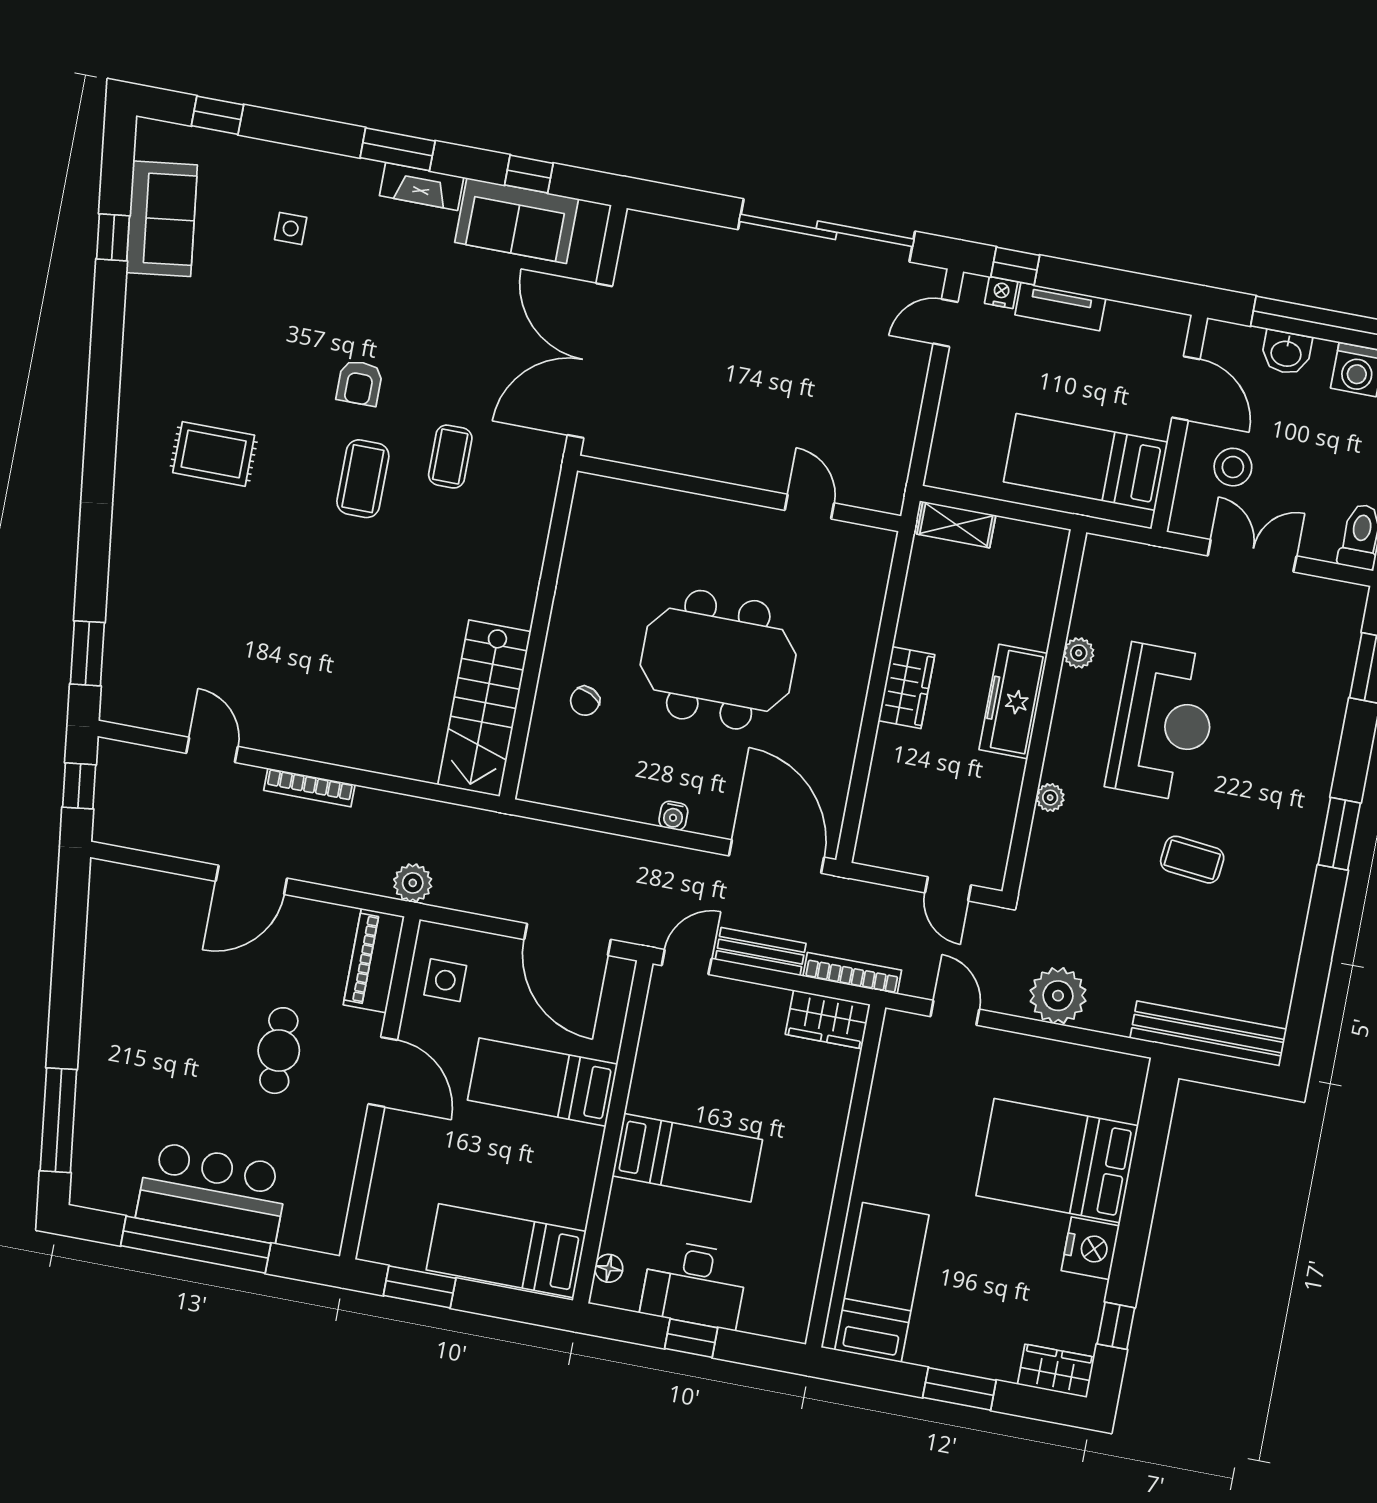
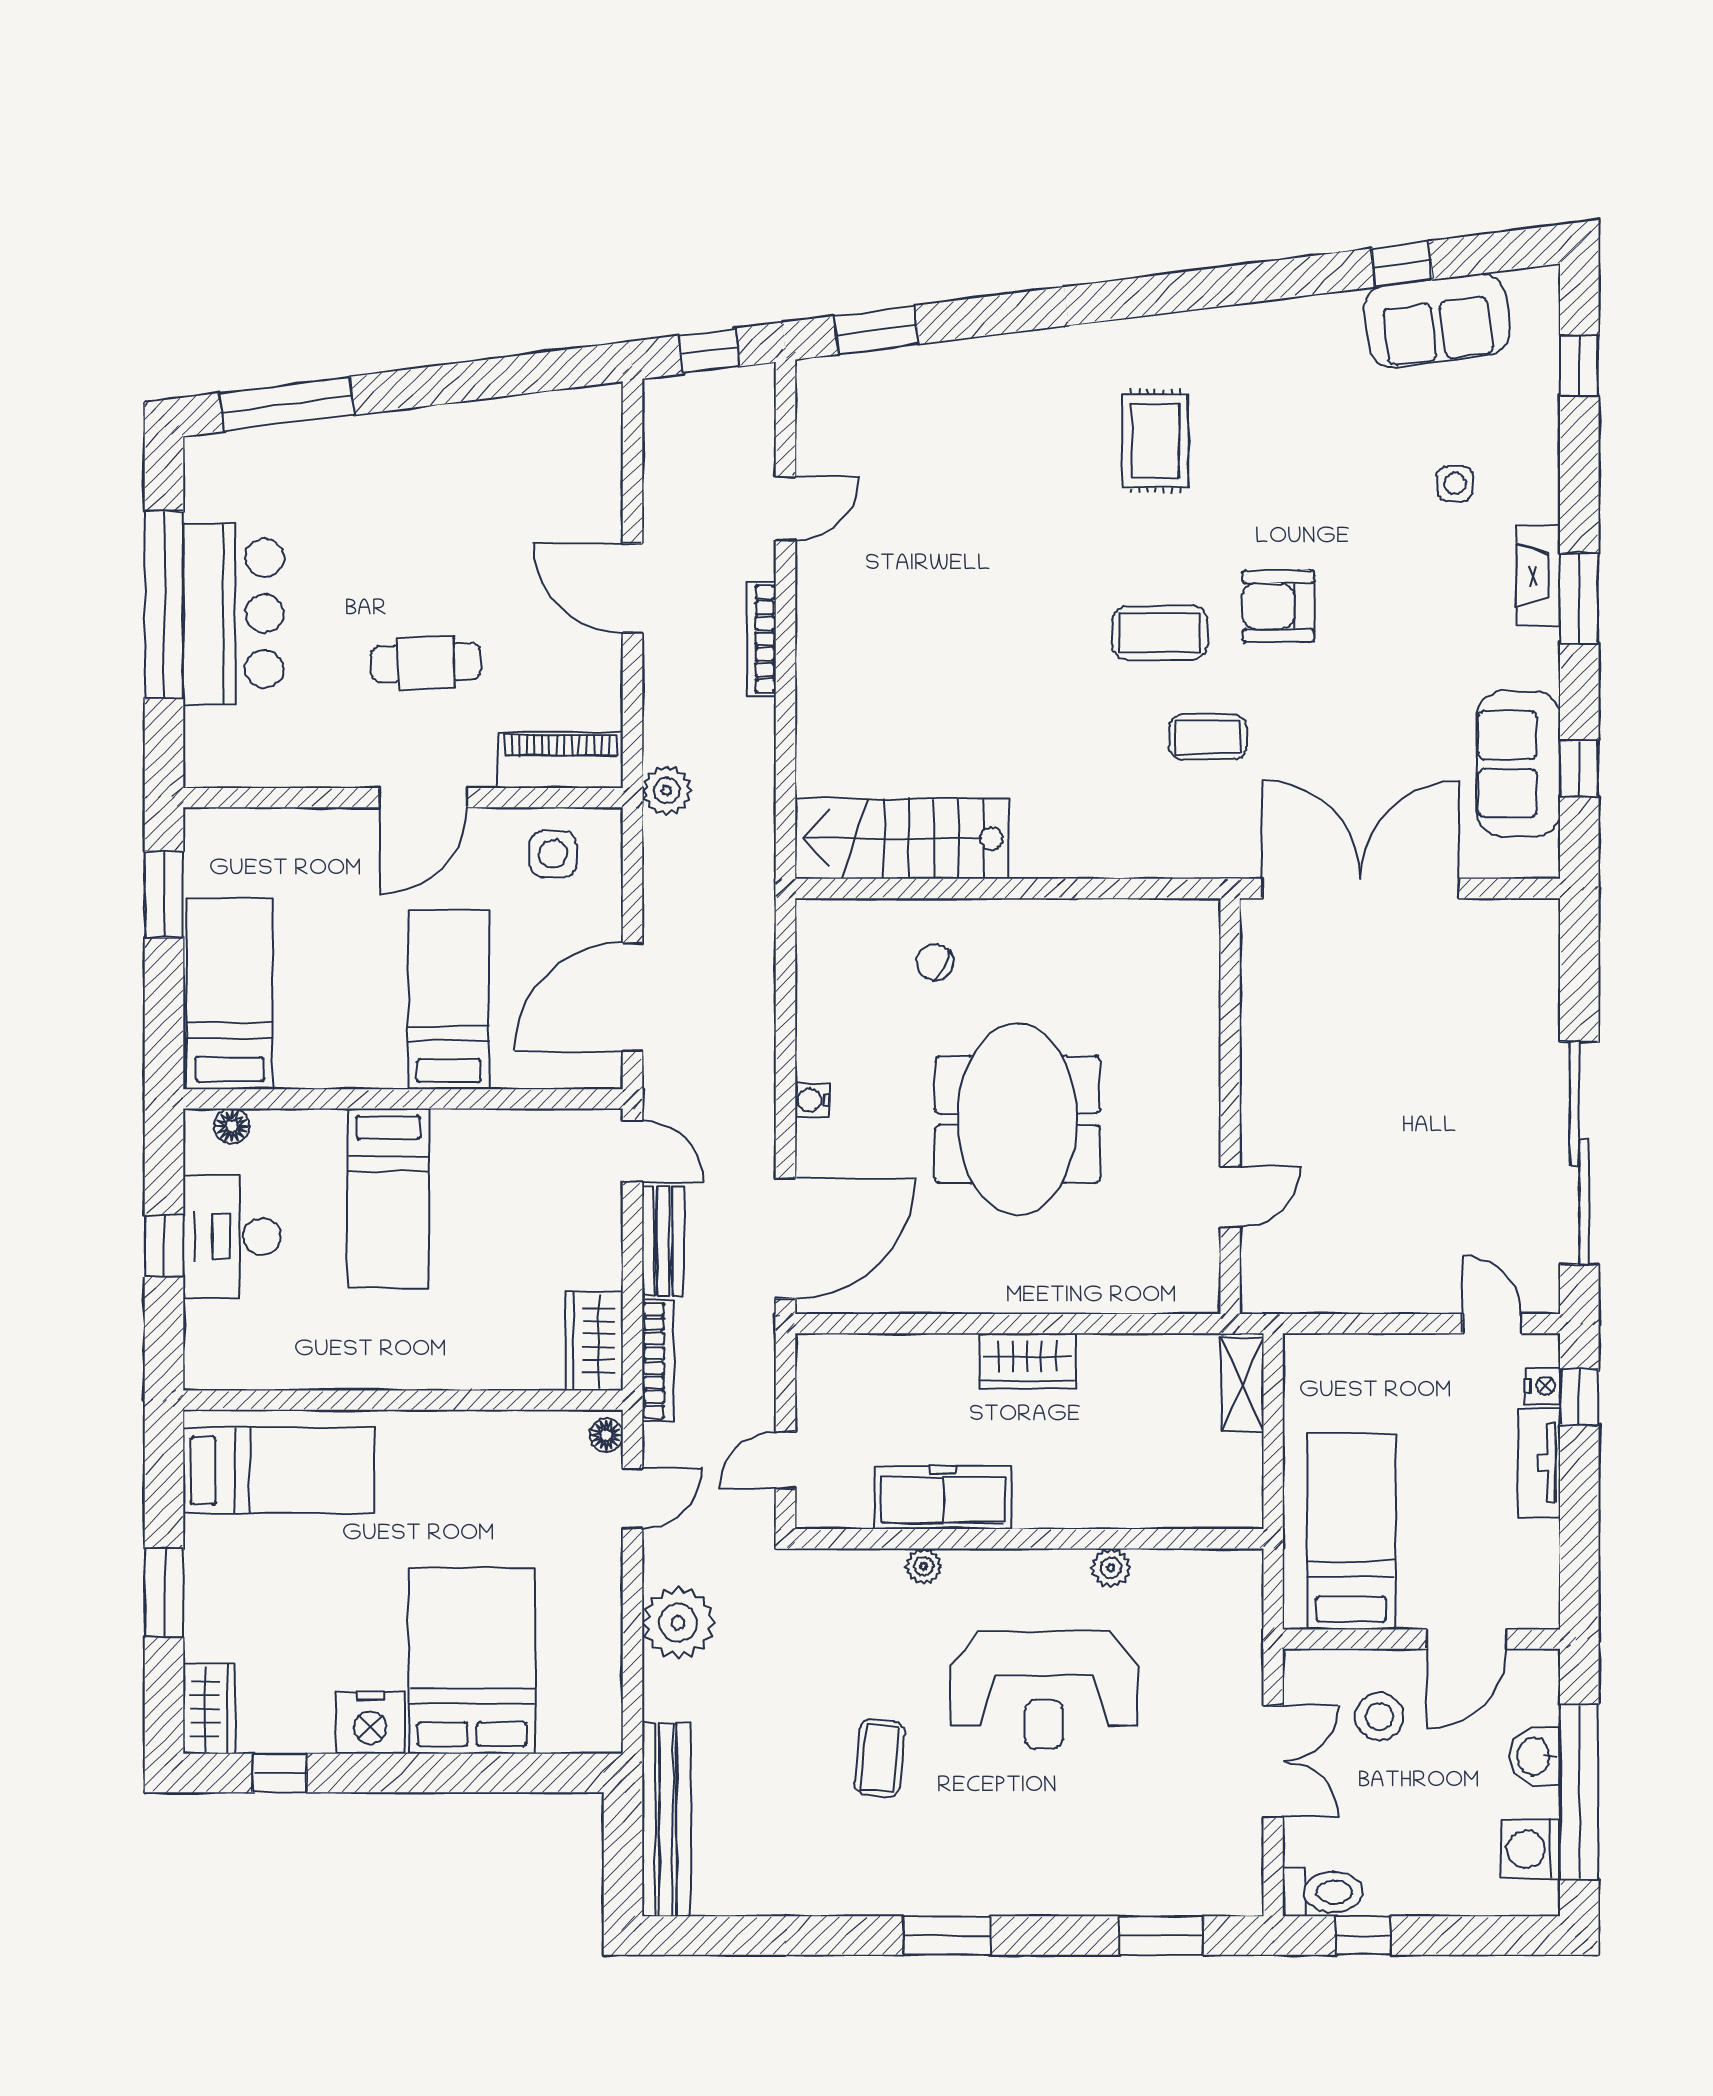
fireplace: (422, 186) -> (1538, 575), moved
armchair: (360, 383) -> (1278, 606), width x1.38, depth x1.38
freezer: (1013, 701) -> (943, 1498), moved
floor lamp: (902, 1024) -> (606, 1435), added

